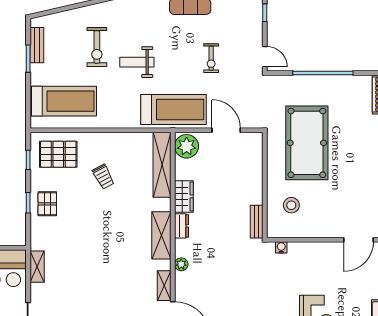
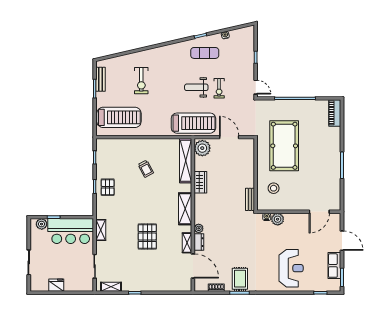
weight bench: (137, 62) -> (196, 87), moved
pallet: (58, 154) -> (147, 236), moved, turned 90
dresser: (182, 226) -> (199, 242), moved
plant: (297, 251) -> (278, 219), added

